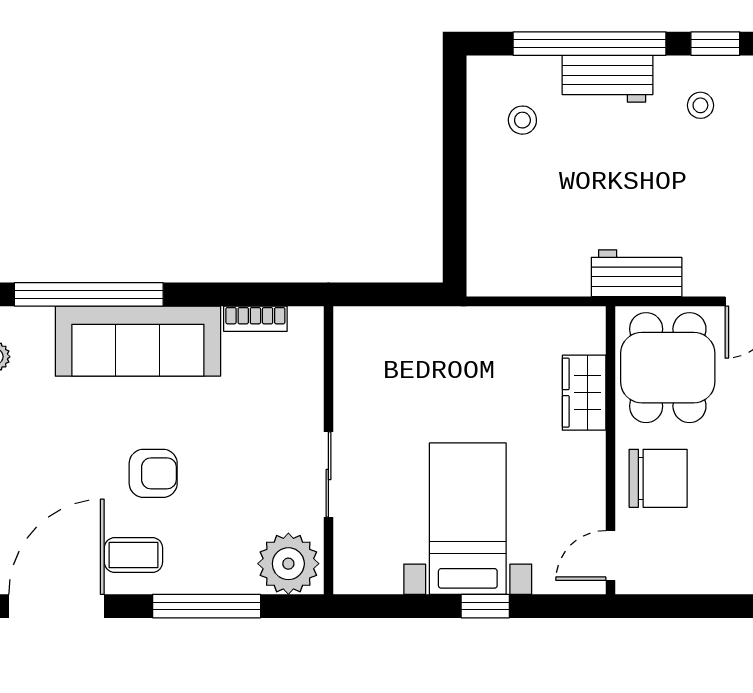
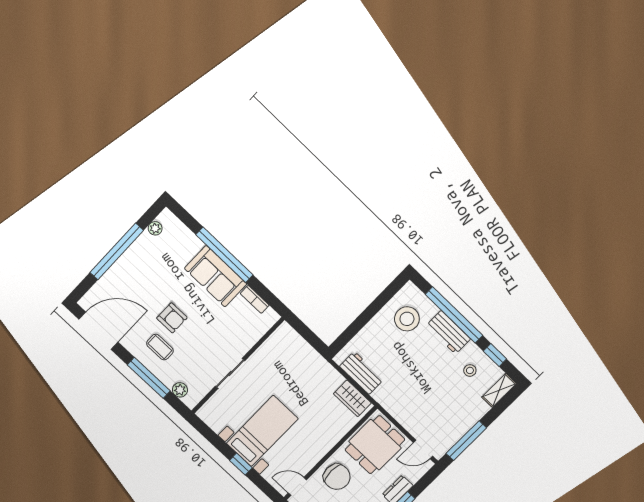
stool: (522, 120) -> (407, 319), width x1.89, depth x1.89
workbench: (637, 273) -> (362, 373), moved
window: (89, 294) -> (224, 255), moved
sofa: (138, 341) -> (216, 276), width x0.73
wardrobe: (584, 393) -> (352, 398), moved, turned -90
coffee table: (133, 555) -> (160, 347), moved
plant: (288, 564) -> (180, 390), width x0.53, depth x0.53

